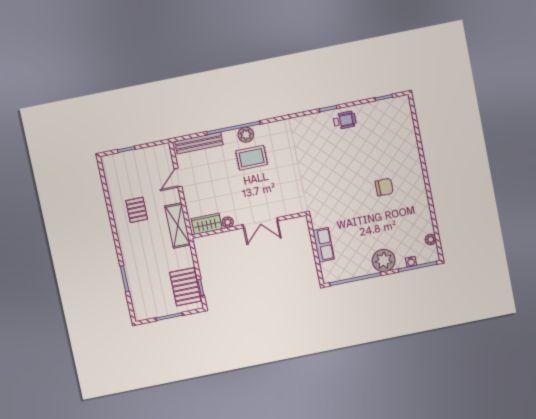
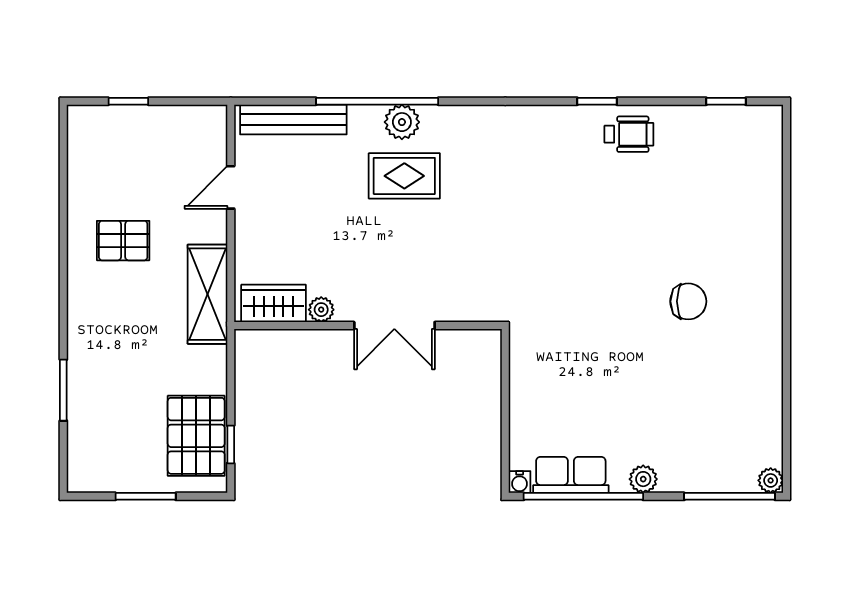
pallet: (137, 210) -> (123, 241), turned 90
plant: (431, 239) -> (771, 480), moved
row of seats: (323, 245) -> (571, 475), moved, turned -90
plant: (384, 261) -> (643, 479), width x0.53, depth x0.53
water cooler: (411, 262) -> (520, 482), moved

